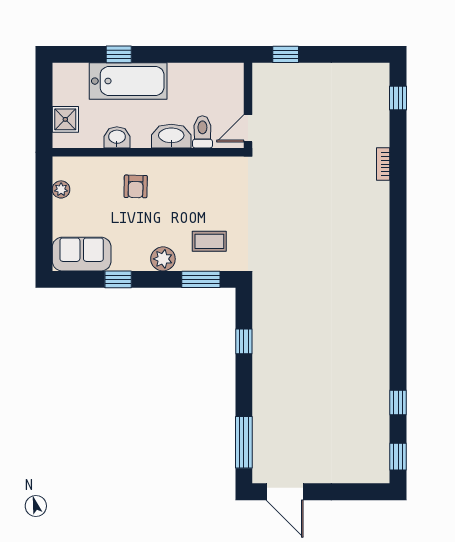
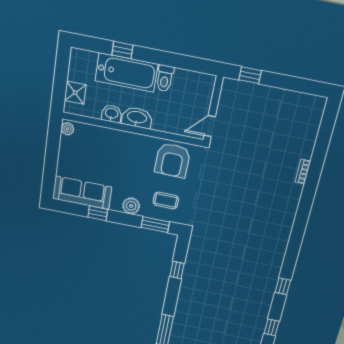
window: (398, 98) -> (283, 286), moved
toilet: (202, 132) -> (165, 78), moved, turned 180
washbasin: (171, 136) -> (137, 118), moved
armchair: (136, 186) -> (173, 160), moved, width x1.88, depth x1.88
plant: (61, 189) -> (67, 129), moved
sofa: (82, 254) -> (82, 193), width x1.36

